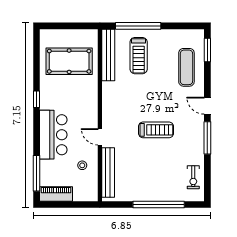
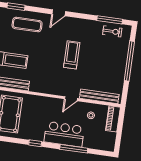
window: (207, 138) -> (110, 20), moved
window: (37, 173) -> (74, 149), moved
piano: (56, 194) -> (113, 119), moved

